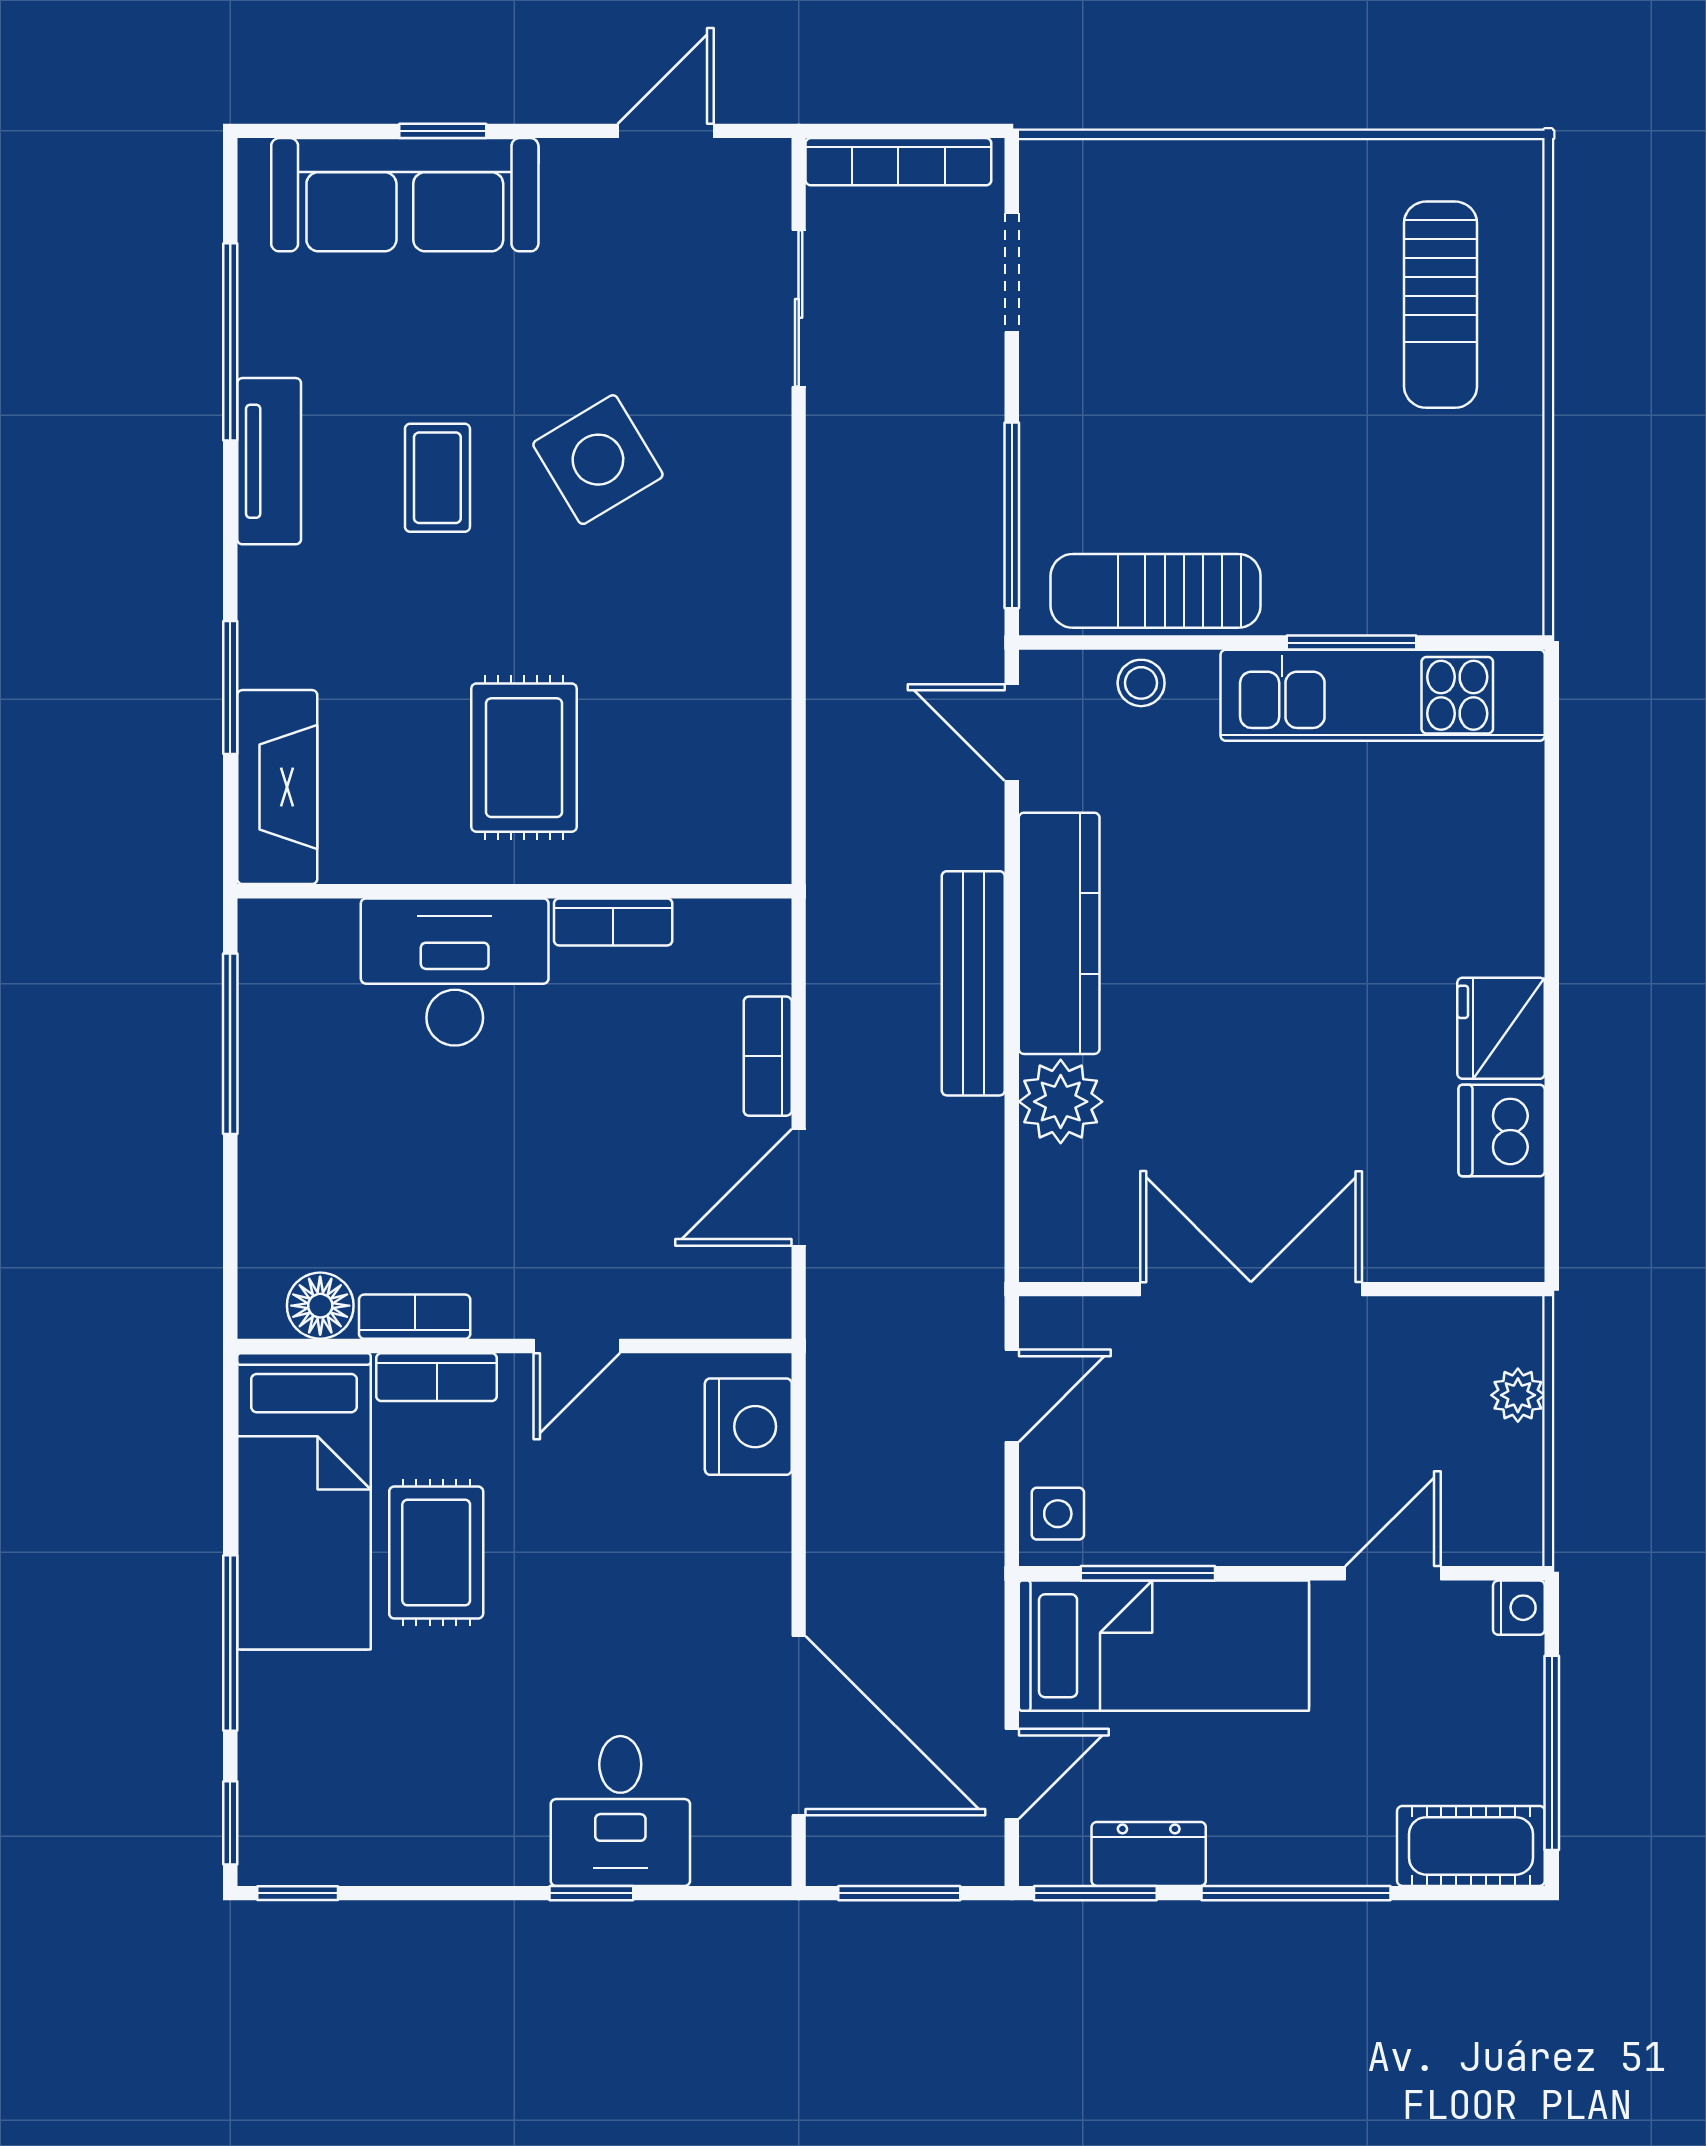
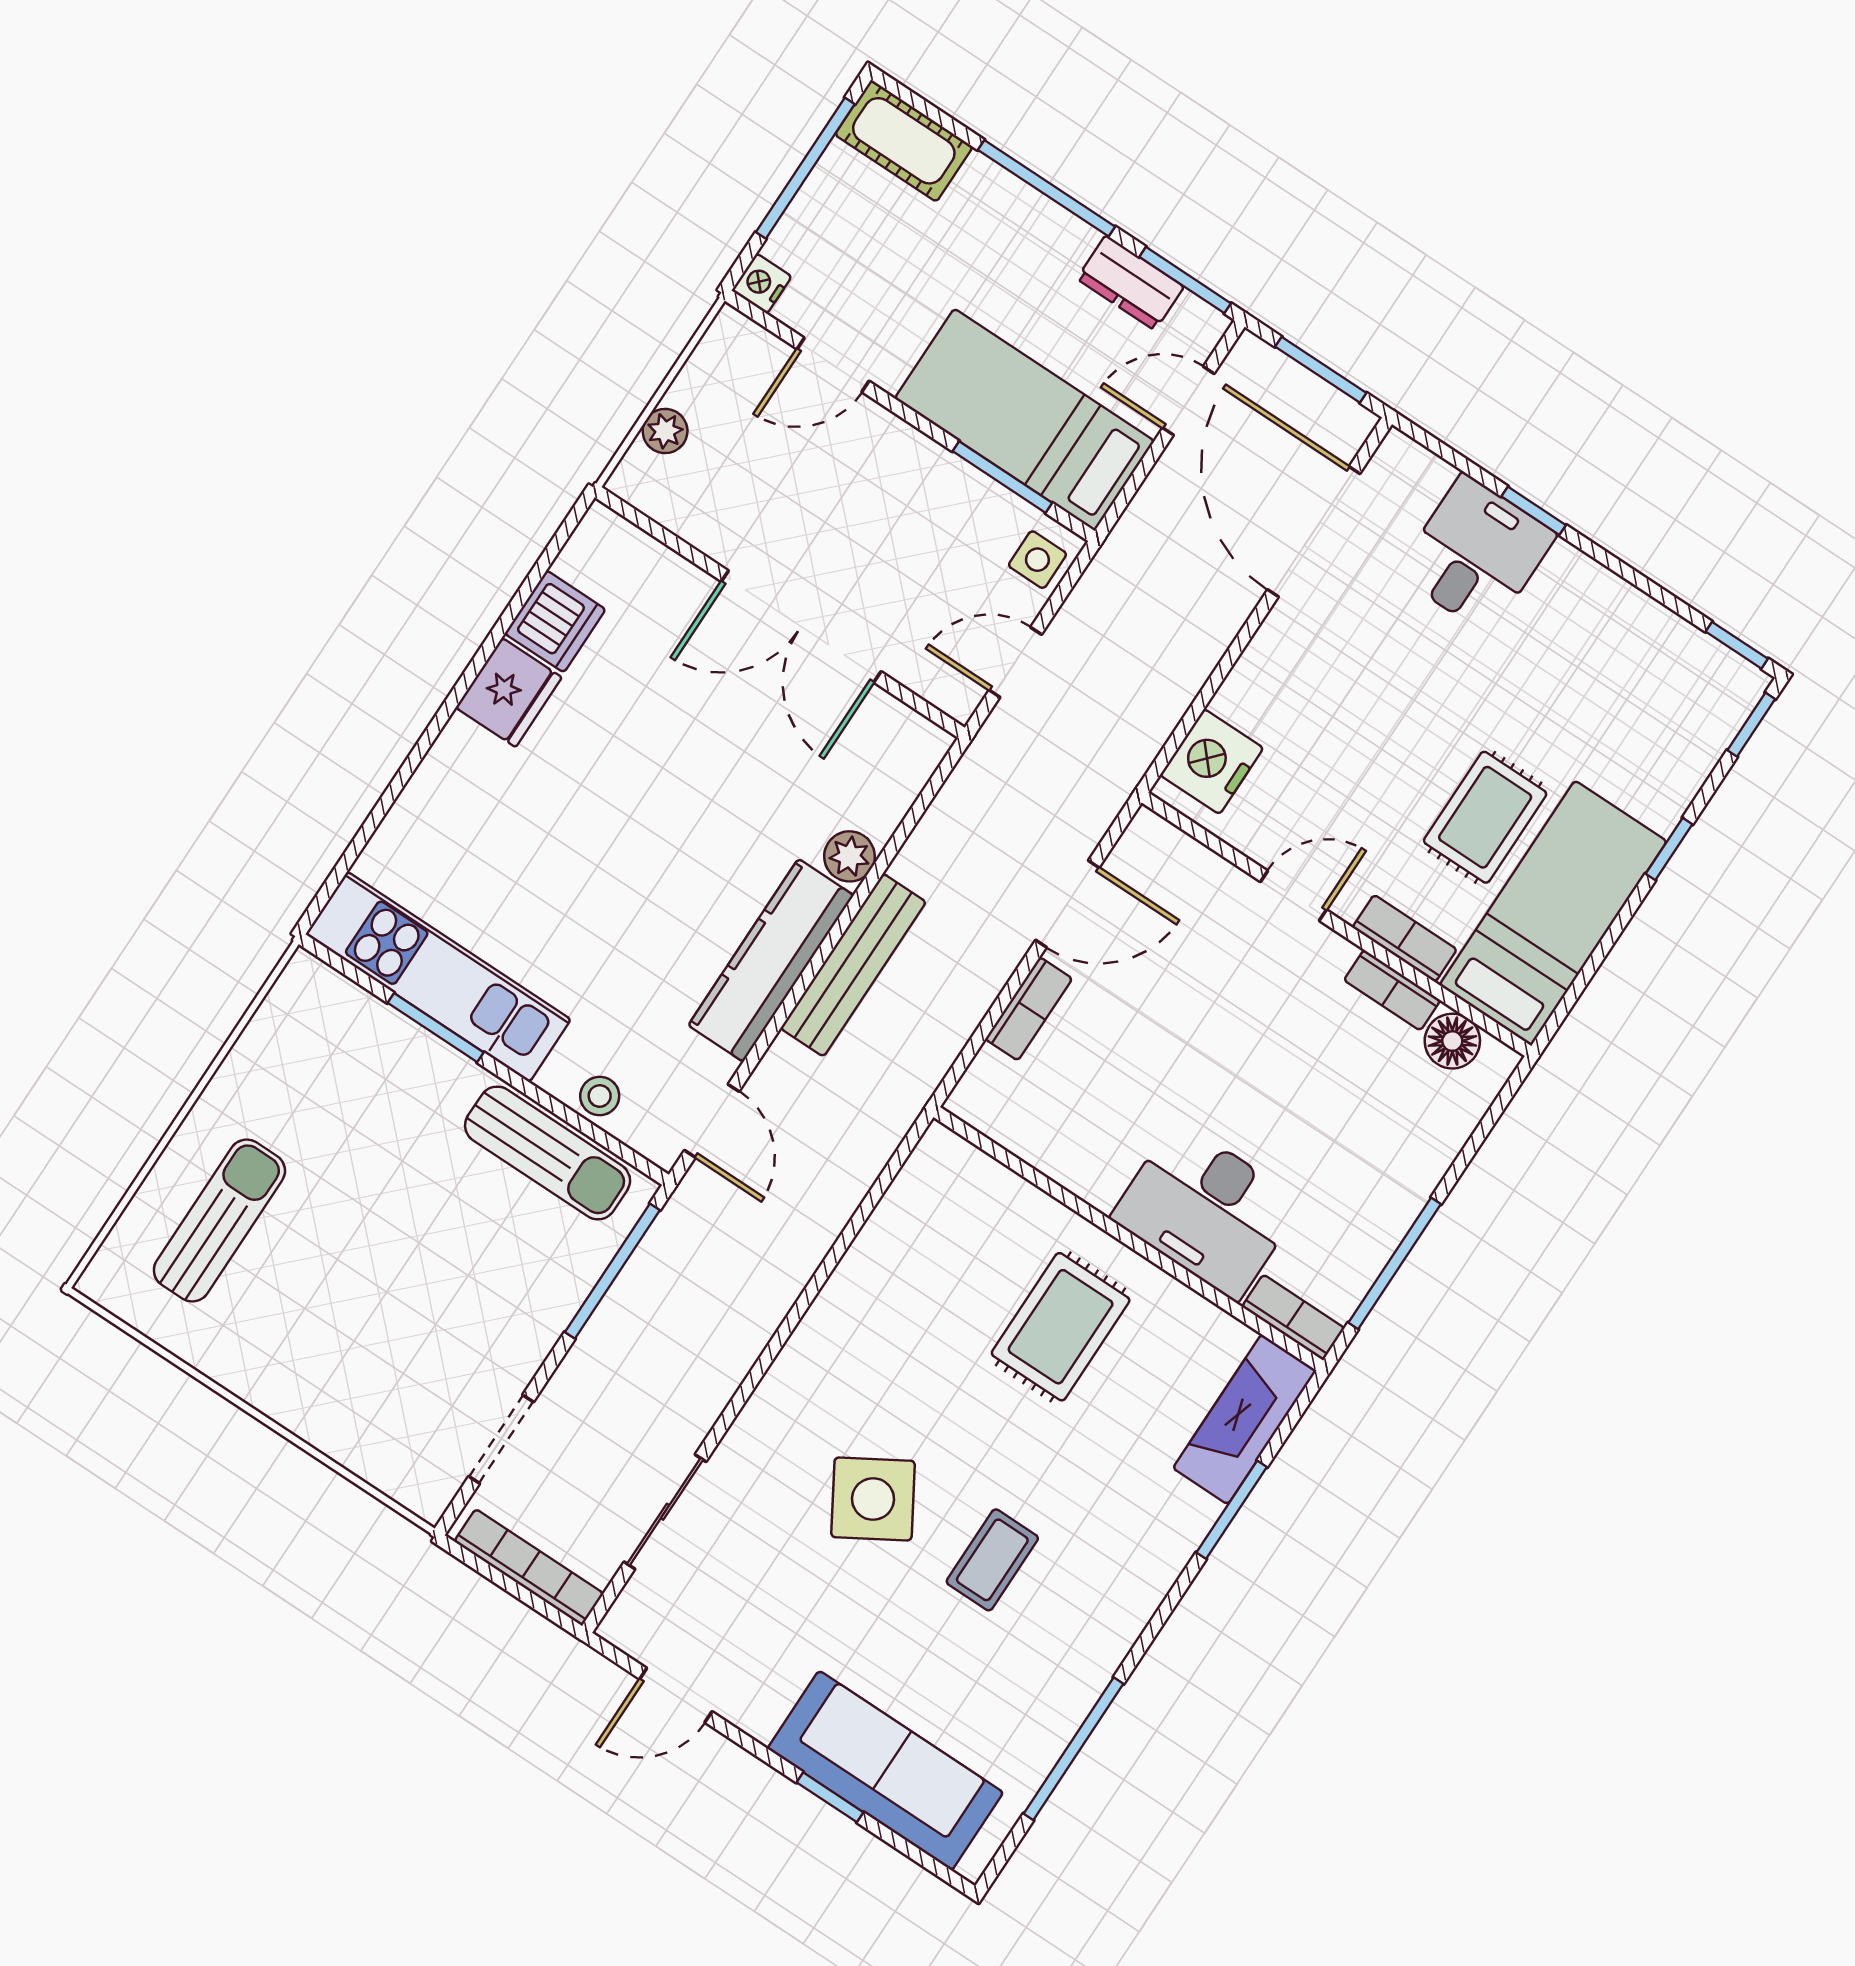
tv unit: (269, 461) -> (1101, 1648), removed
bookcase: (613, 922) -> (1293, 1317), moved
plant: (1061, 1102) -> (850, 856), width x0.73, depth x0.73
window: (230, 1643) -> (1669, 849), width x0.46

